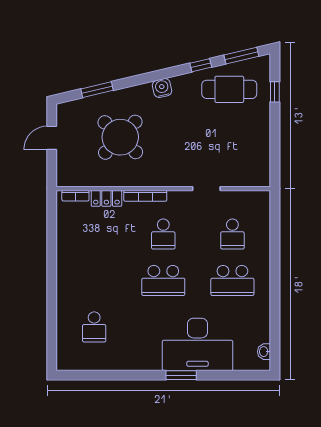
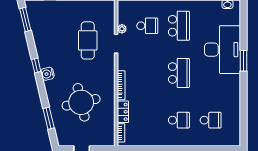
window: (201, 65) -> (36, 65), moved
cafe table: (229, 89) -> (88, 40), moved
round table: (120, 137) -> (81, 102), turned 33
plant: (228, 197) -> (122, 29), added
school desk: (163, 234) -> (179, 120), moved

